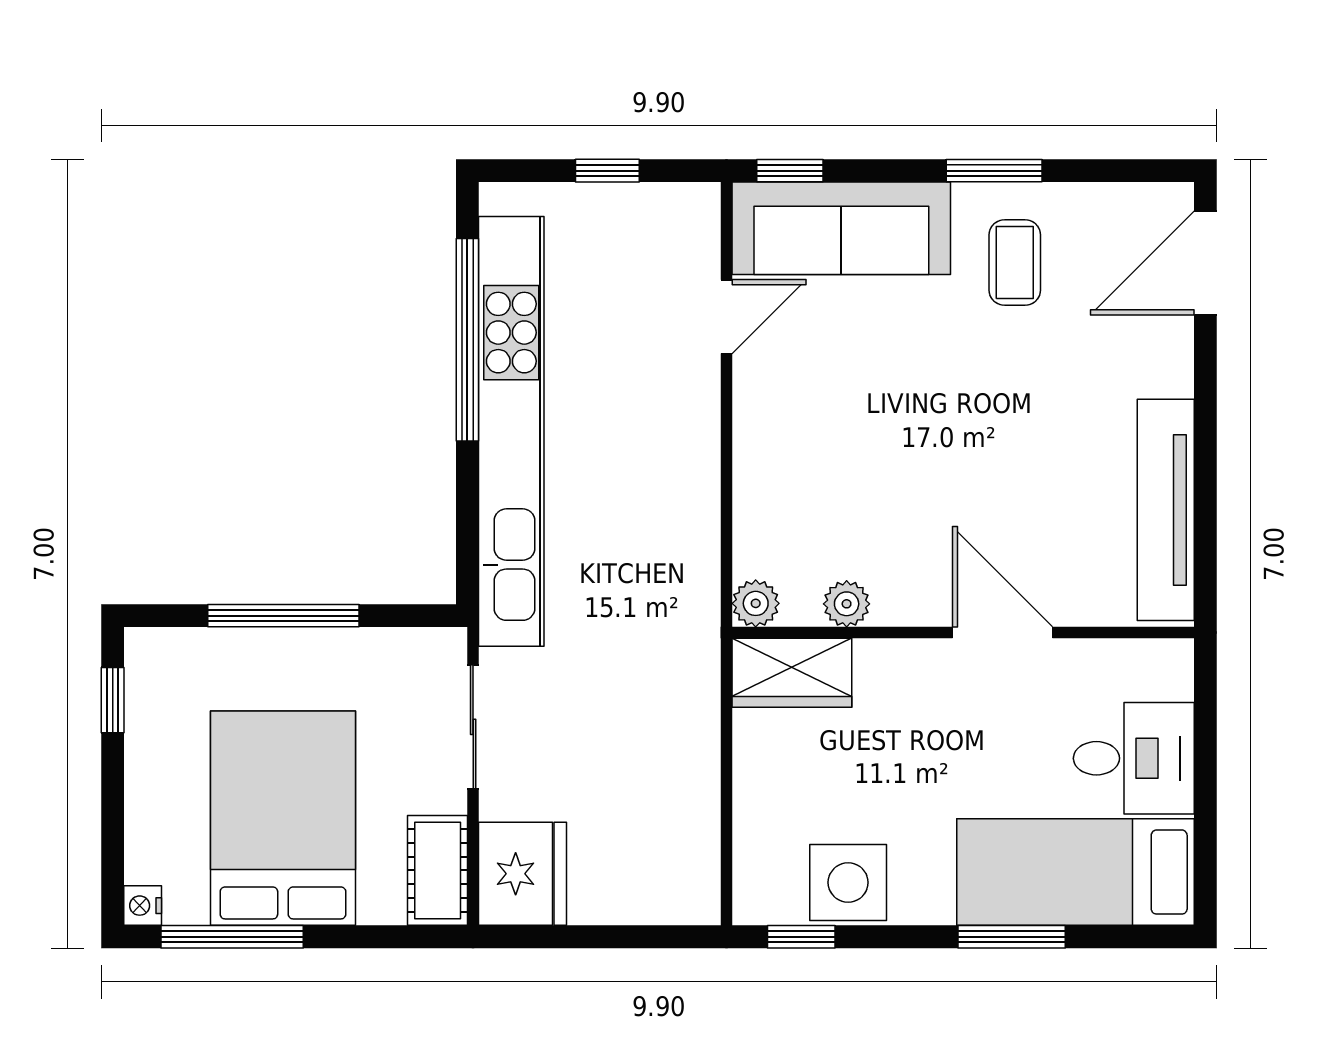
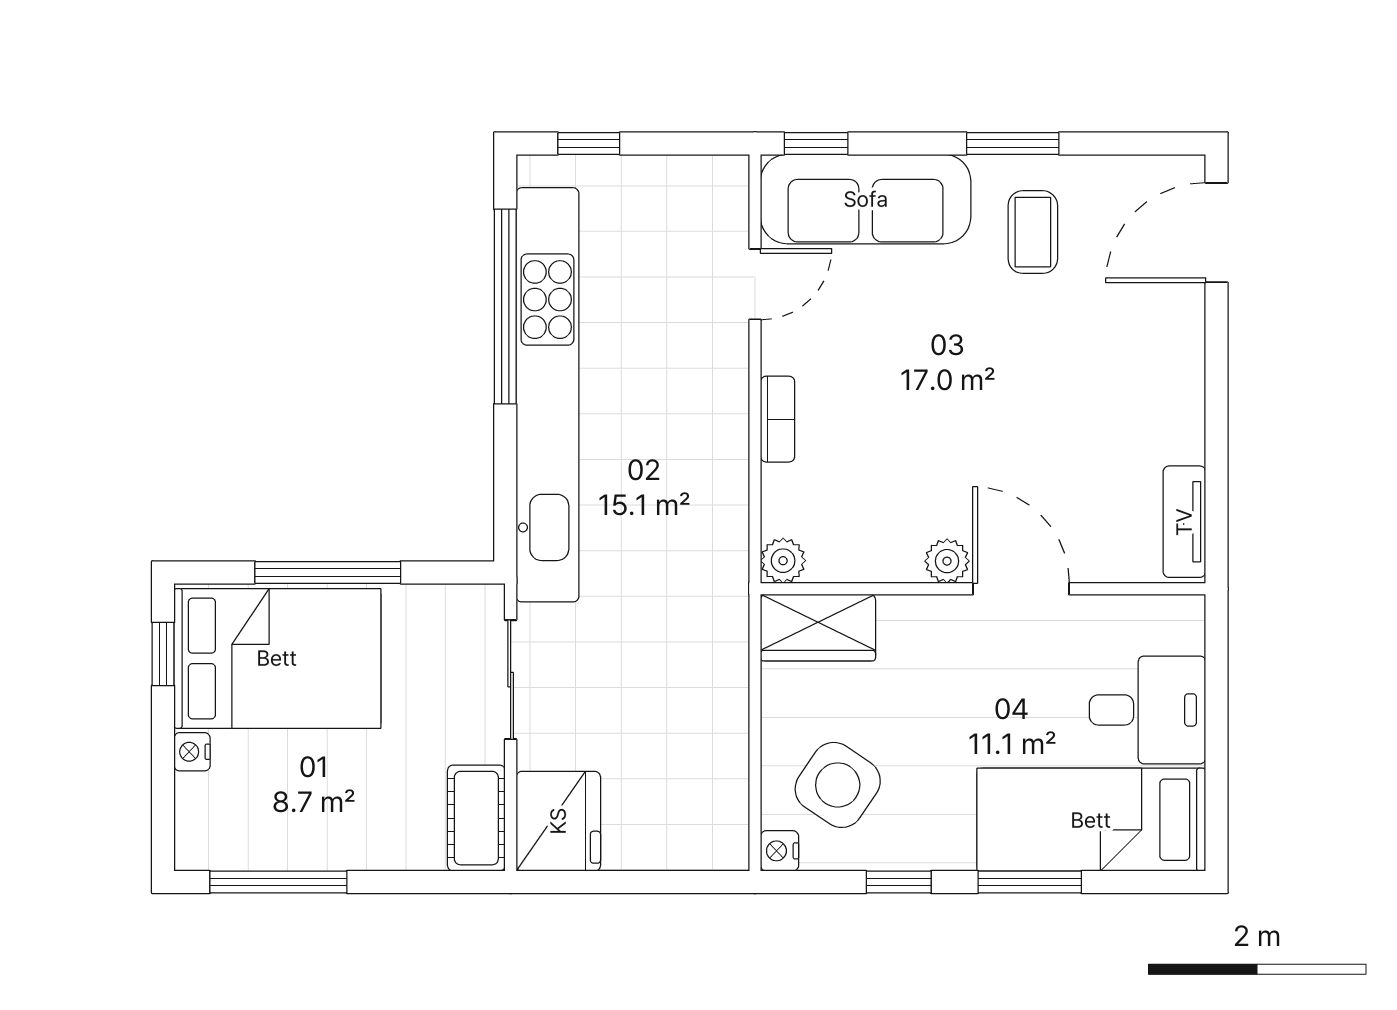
window: (607, 171) -> (589, 143), moved
bookcase: (750, 457) -> (778, 419), added
tv unit: (1166, 510) -> (1184, 522), width x0.52, depth x0.78
plant: (847, 604) -> (947, 561), moved
bed: (283, 818) -> (277, 658), moved, turned 90
side table: (848, 882) -> (838, 785), moved, turned 34
nightstand: (752, 904) -> (779, 851), added
nightstand: (143, 906) -> (192, 752), moved
window: (801, 937) -> (899, 882), moved

